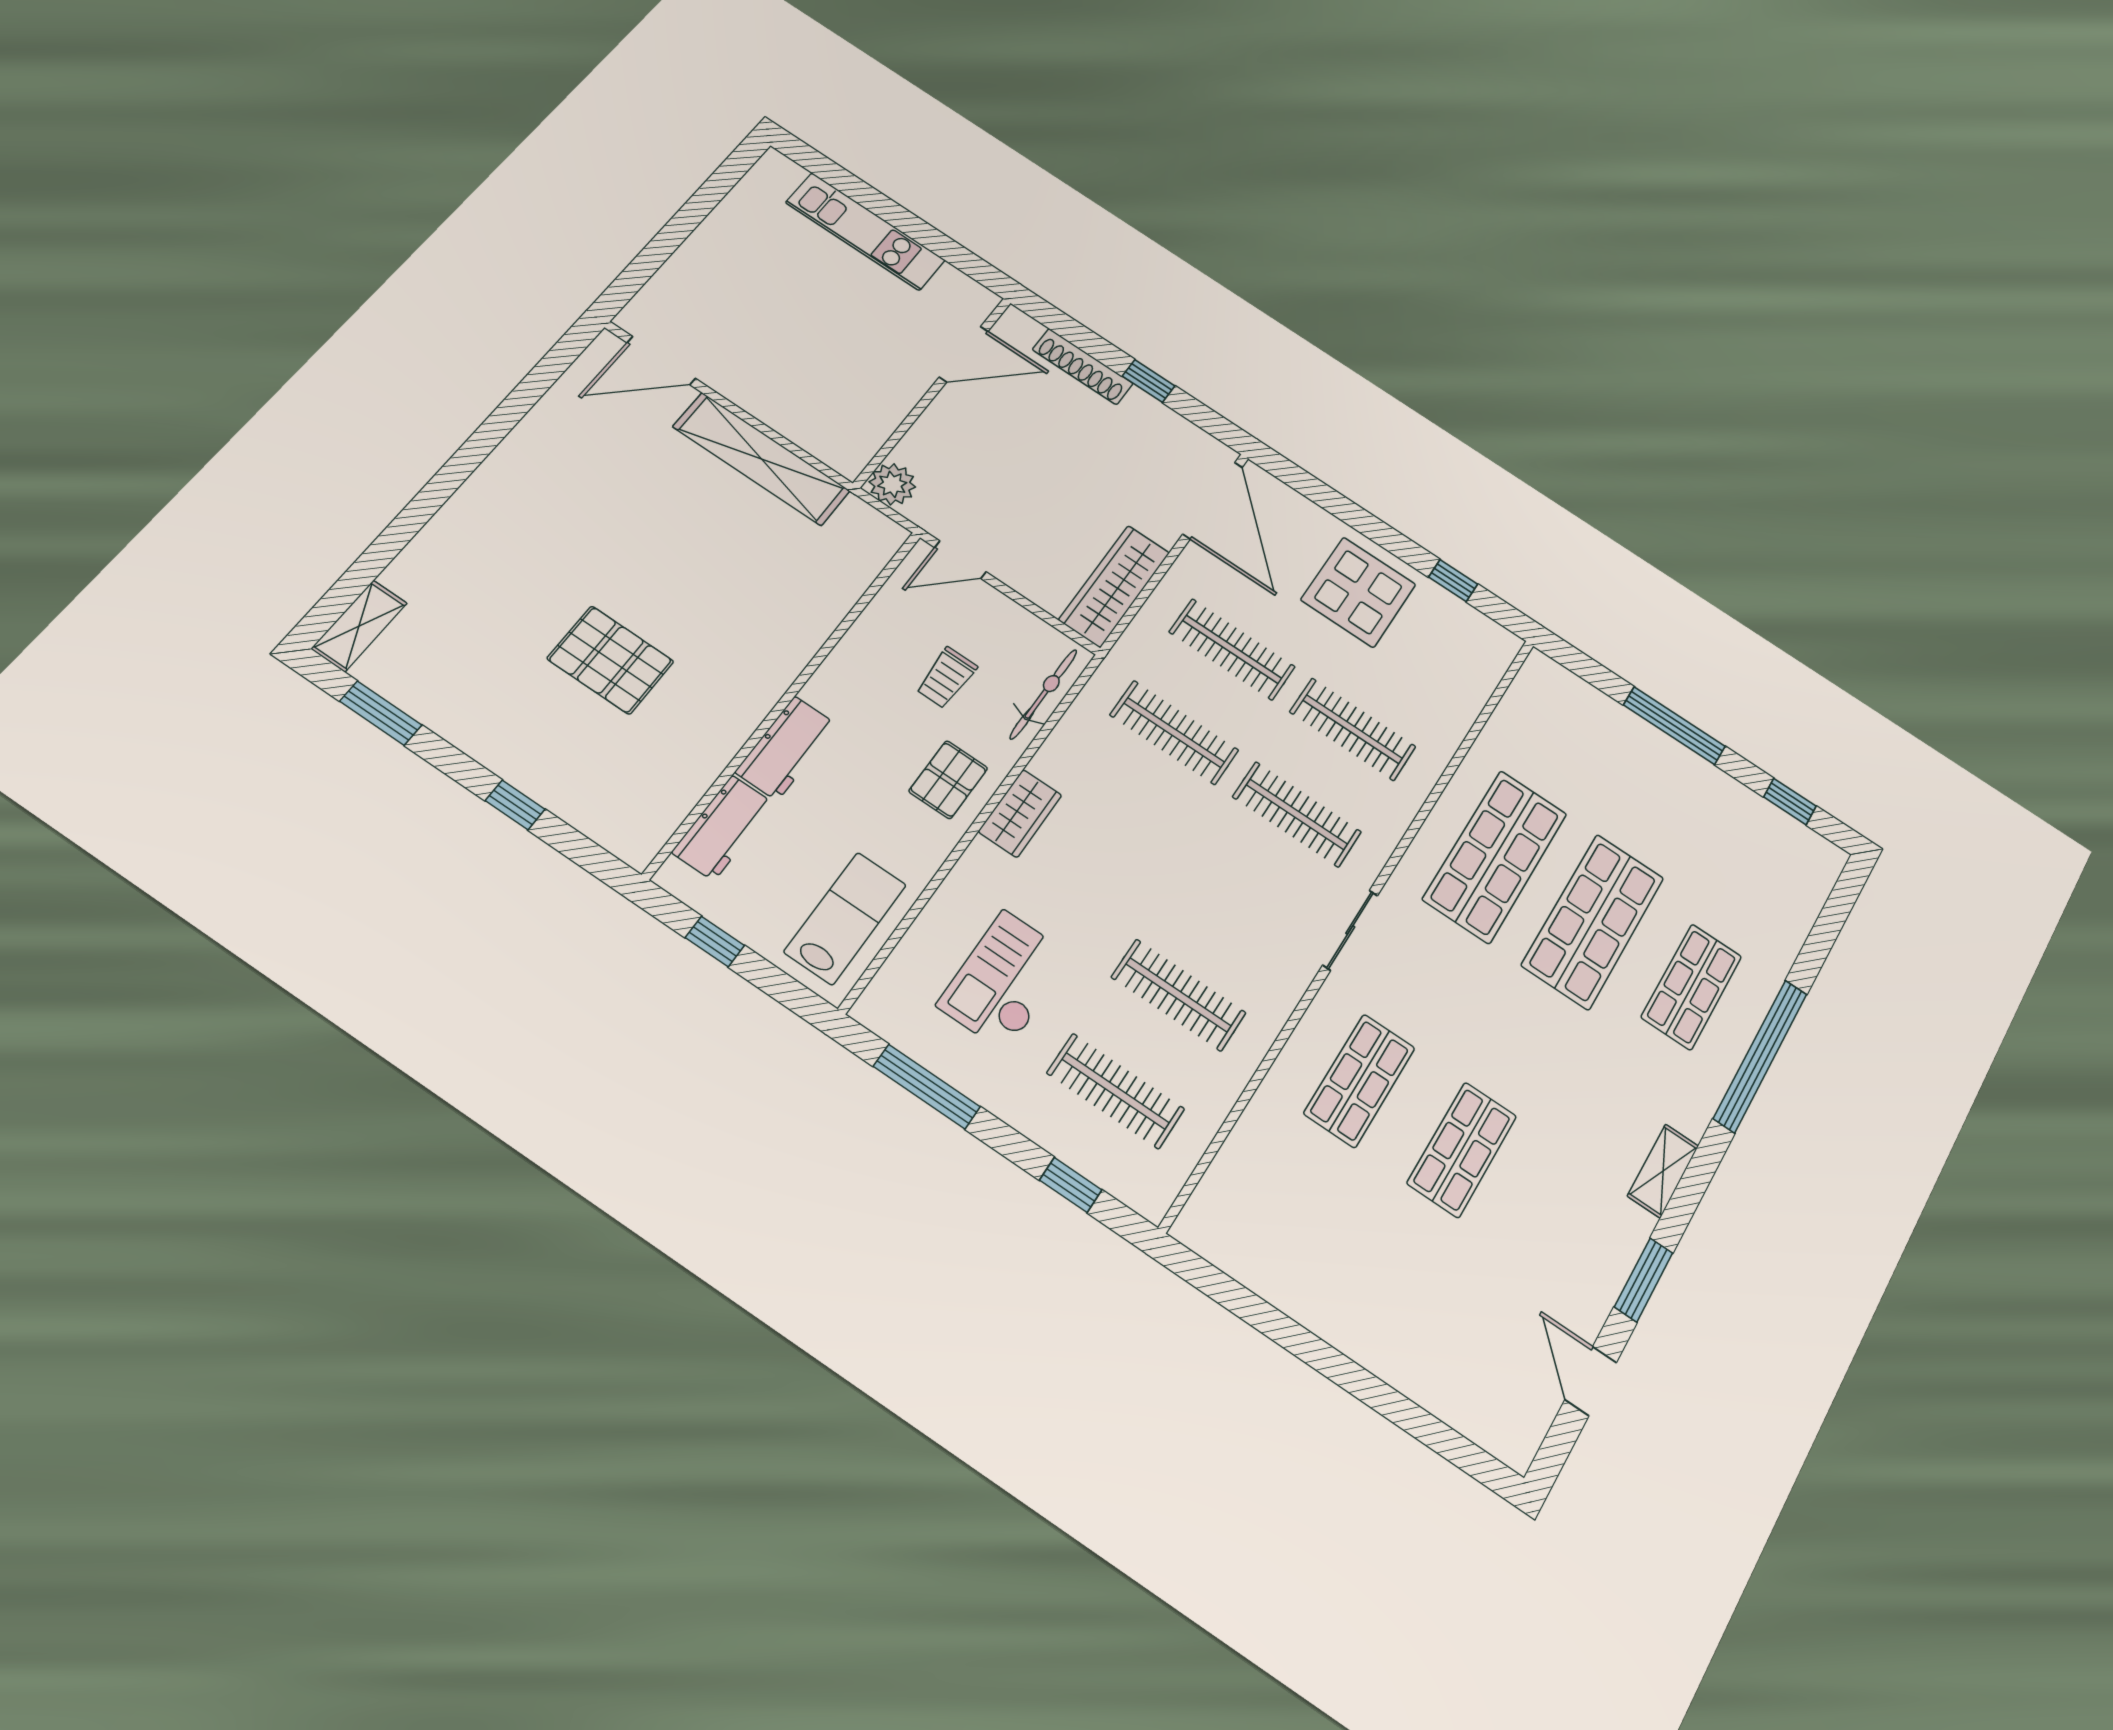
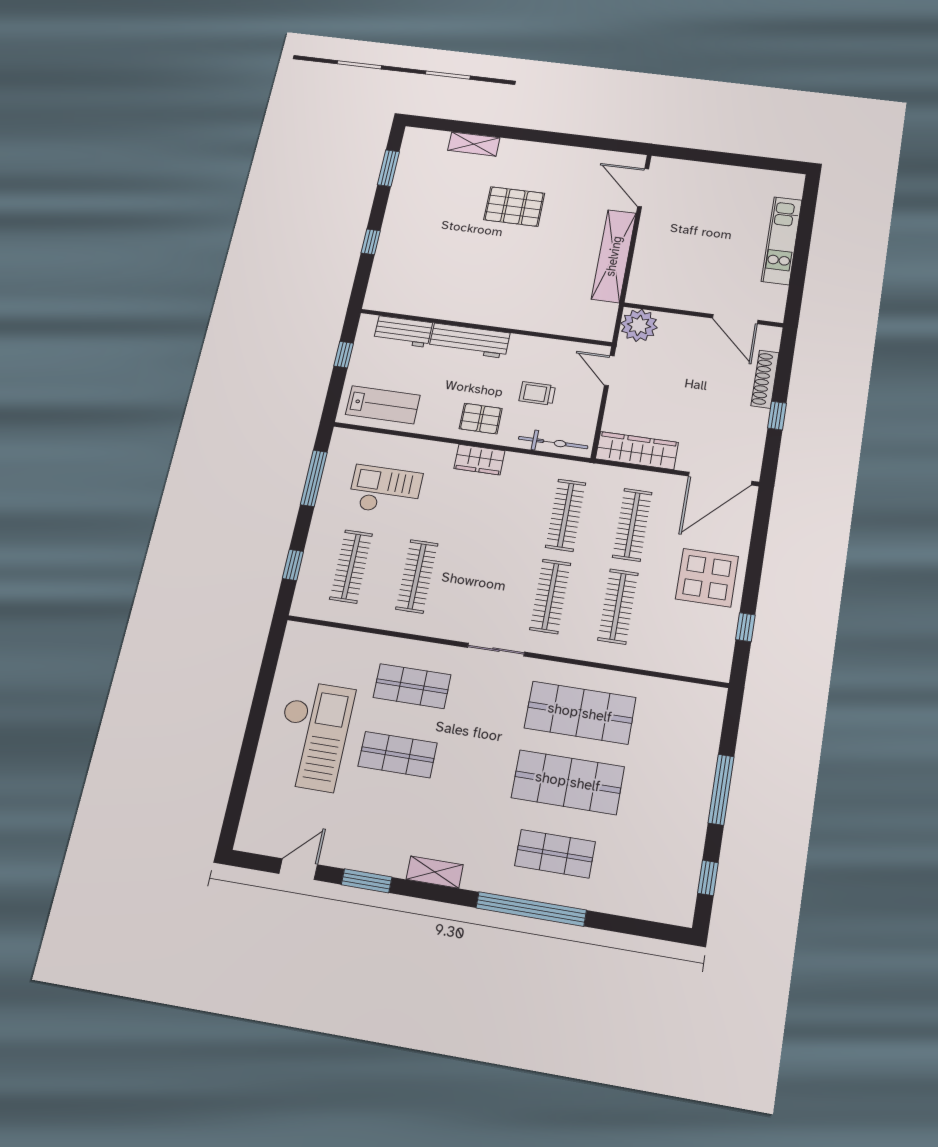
plant: (892, 484) -> (639, 325), width x1.36, depth x1.36
shelving: (359, 626) -> (474, 144), moved
pallet: (610, 660) -> (514, 207), moved, turned 90
workbench: (786, 748) -> (469, 341), width x1.38
checkout: (1381, 1272) -> (312, 735), added

